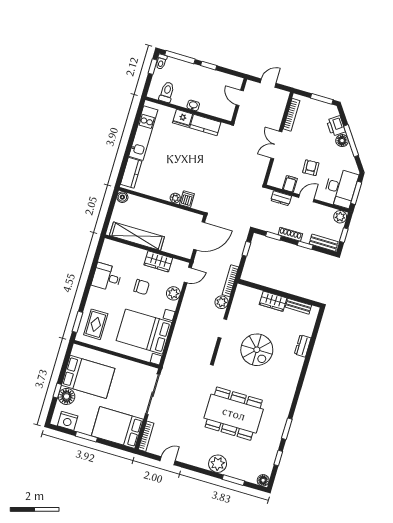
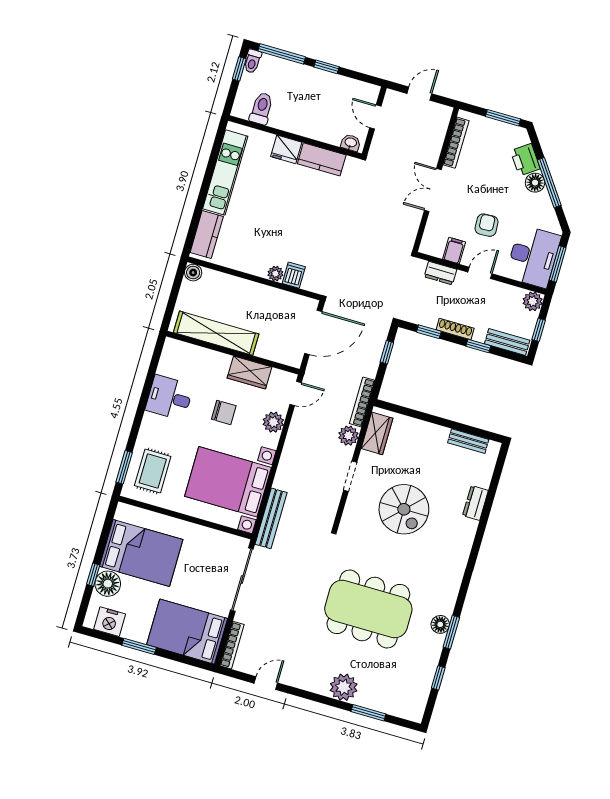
washbasin: (193, 105) -> (351, 143), moved
wardrobe: (273, 301) -> (377, 433), moved, turned -90
bench: (172, 355) -> (271, 518), added
floor lamp: (263, 480) -> (440, 624), moved

